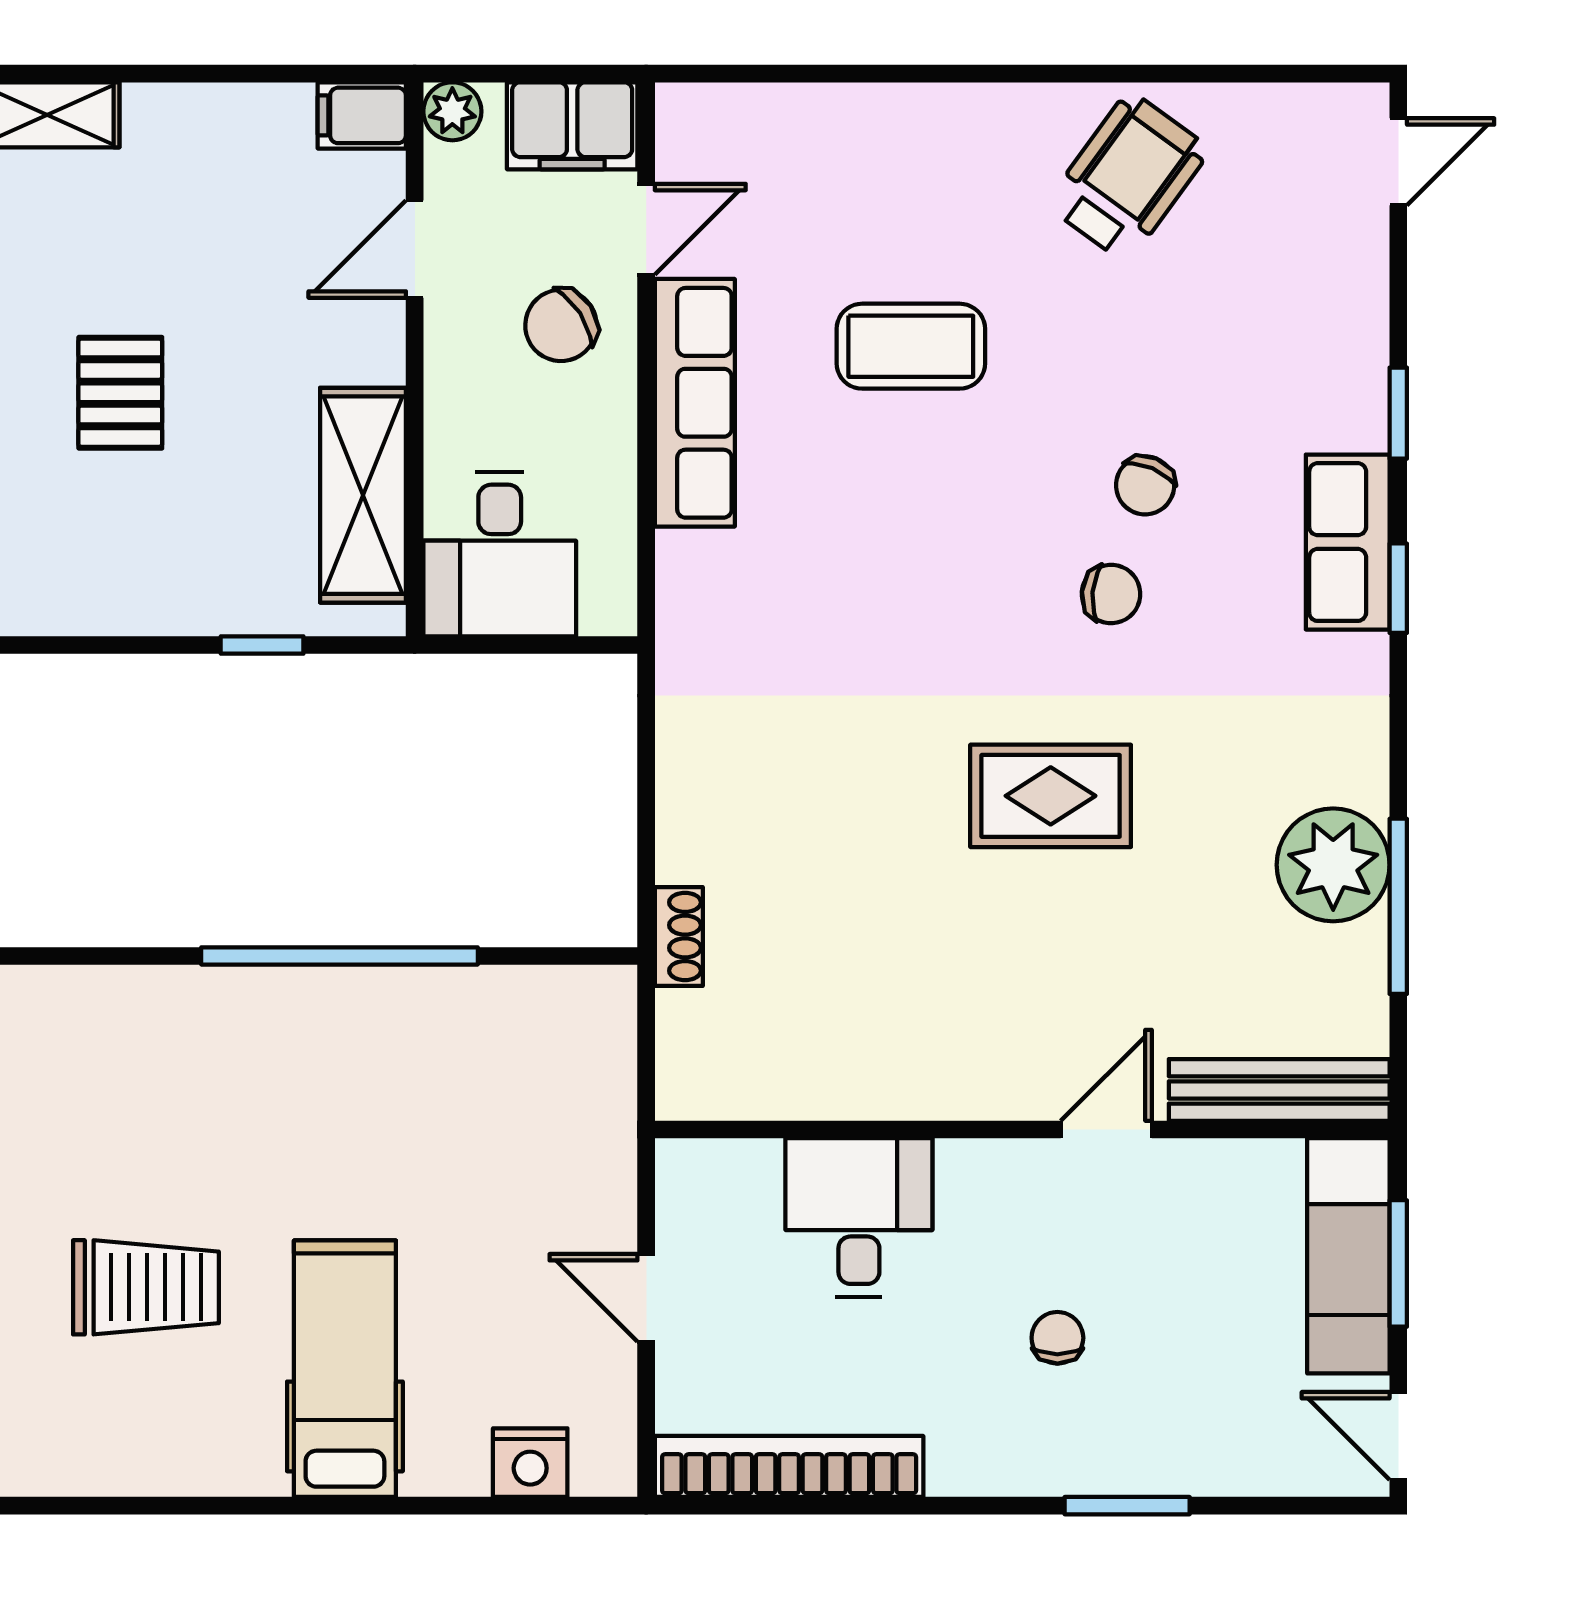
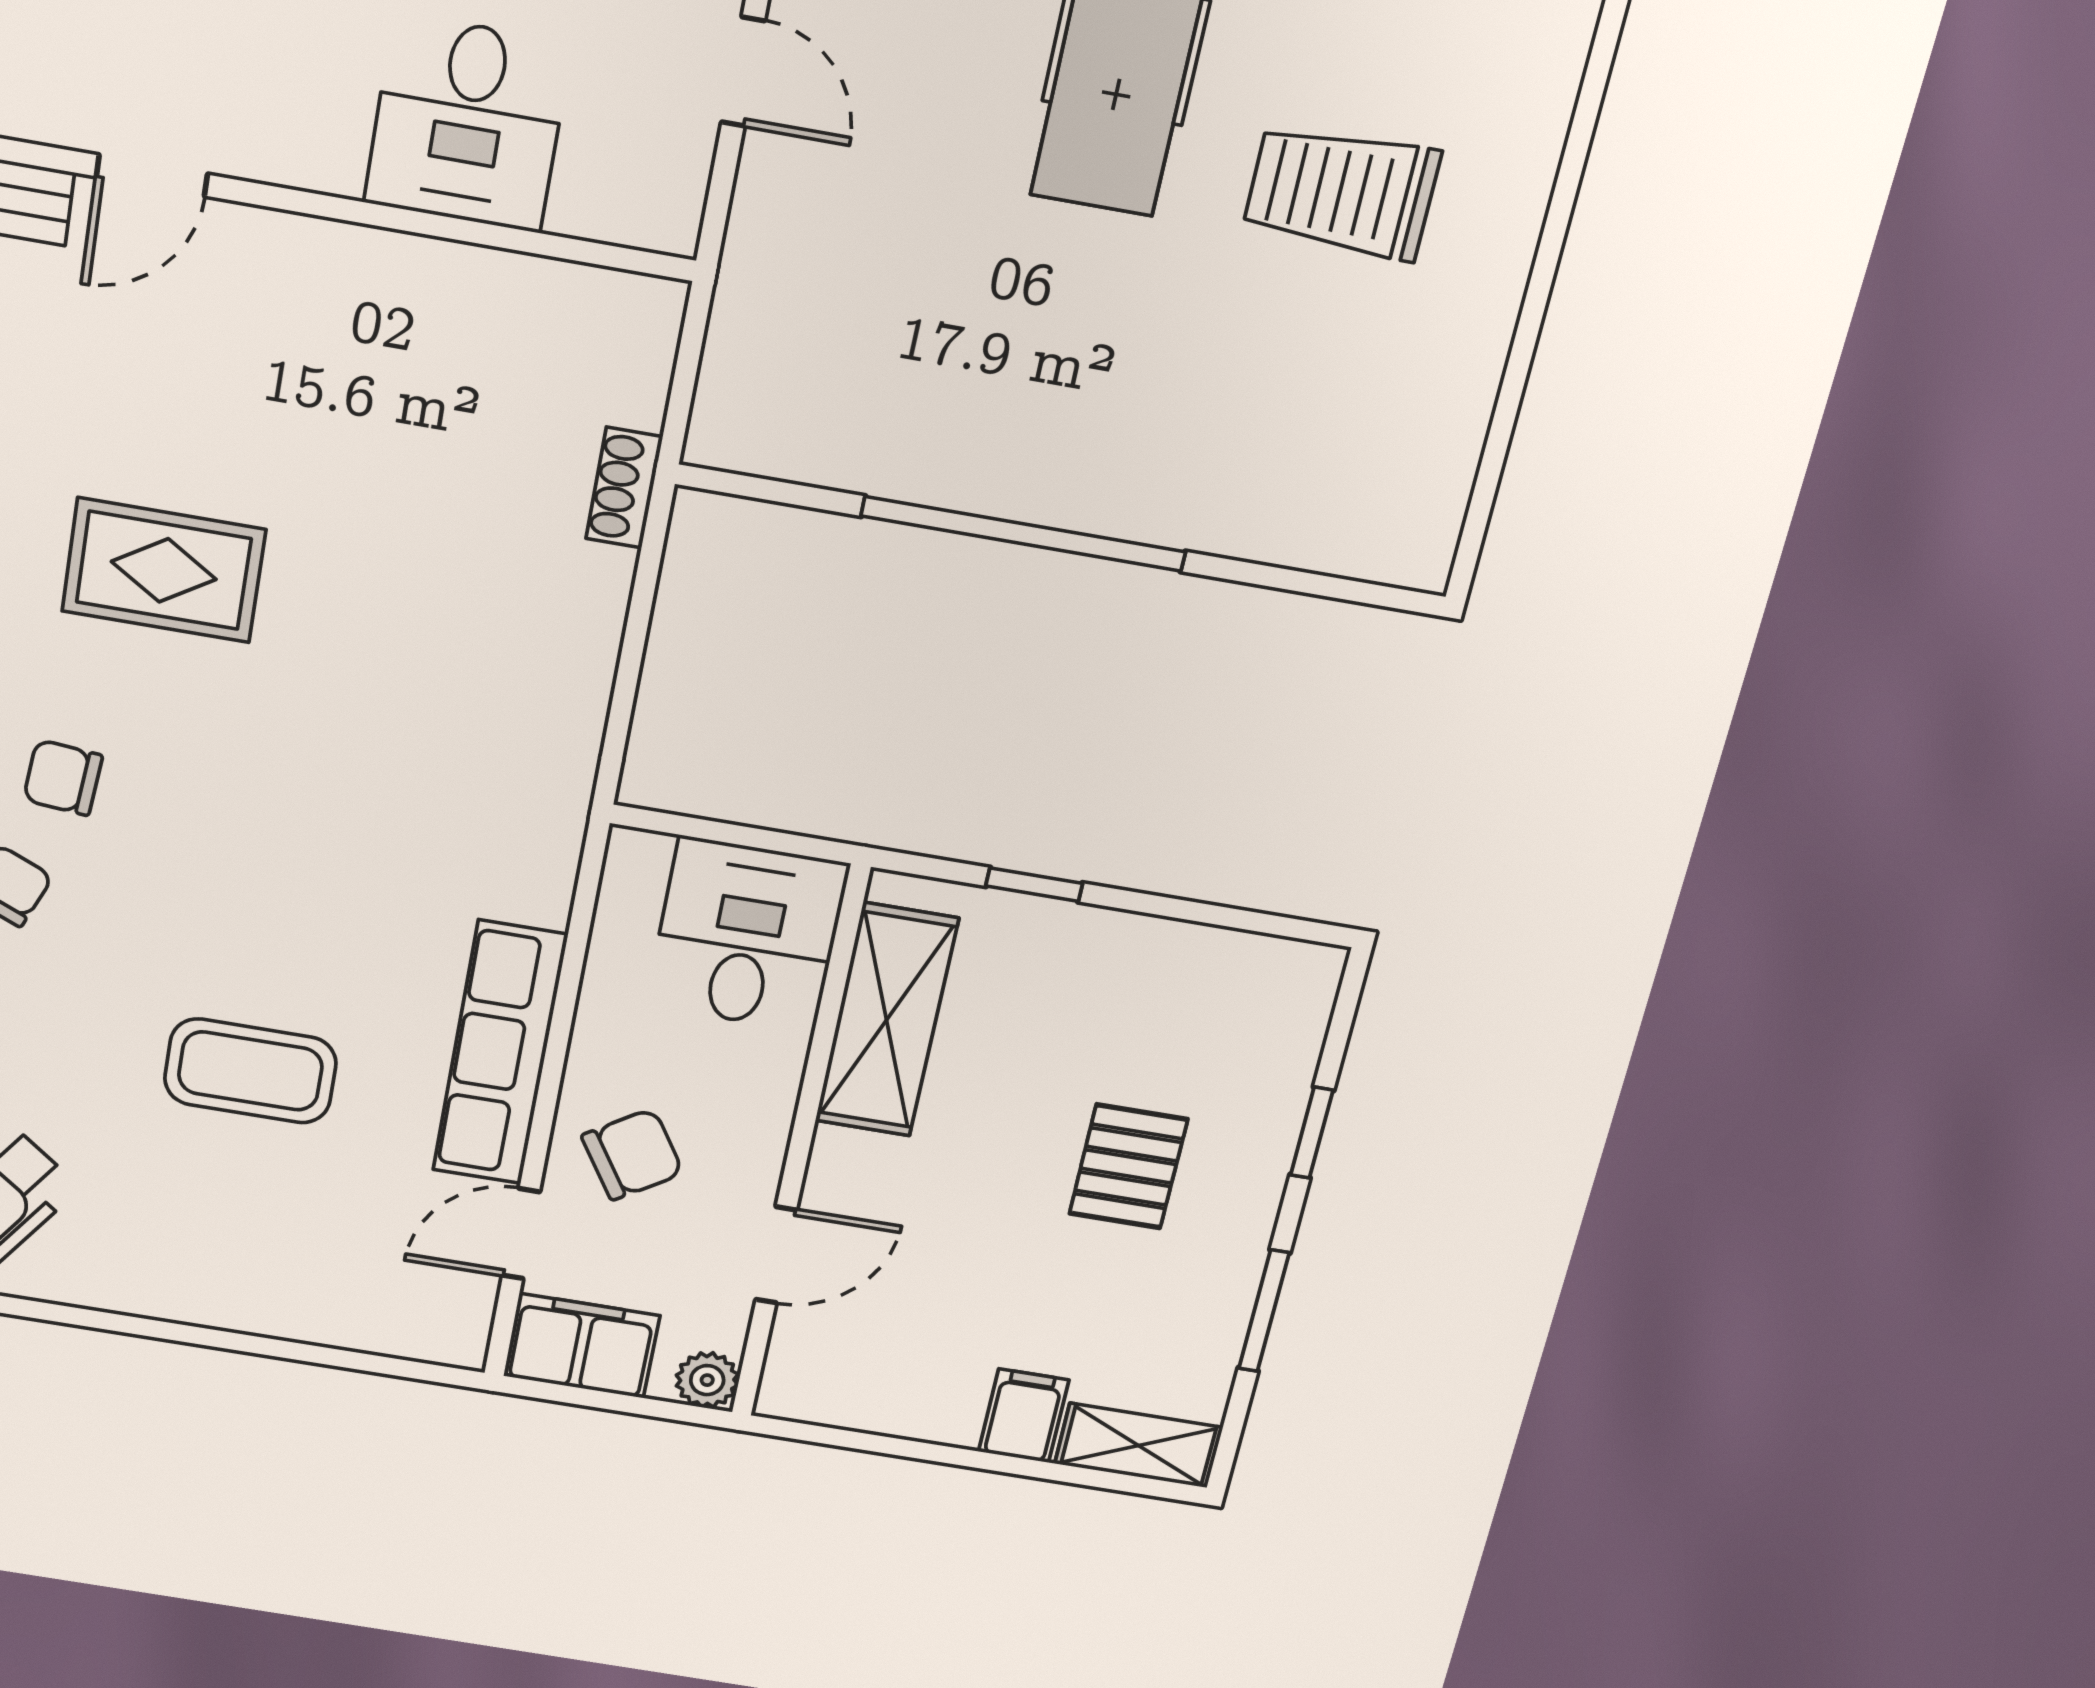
filing cabinet: (362, 115) -> (1024, 1416), moved, turned -90

